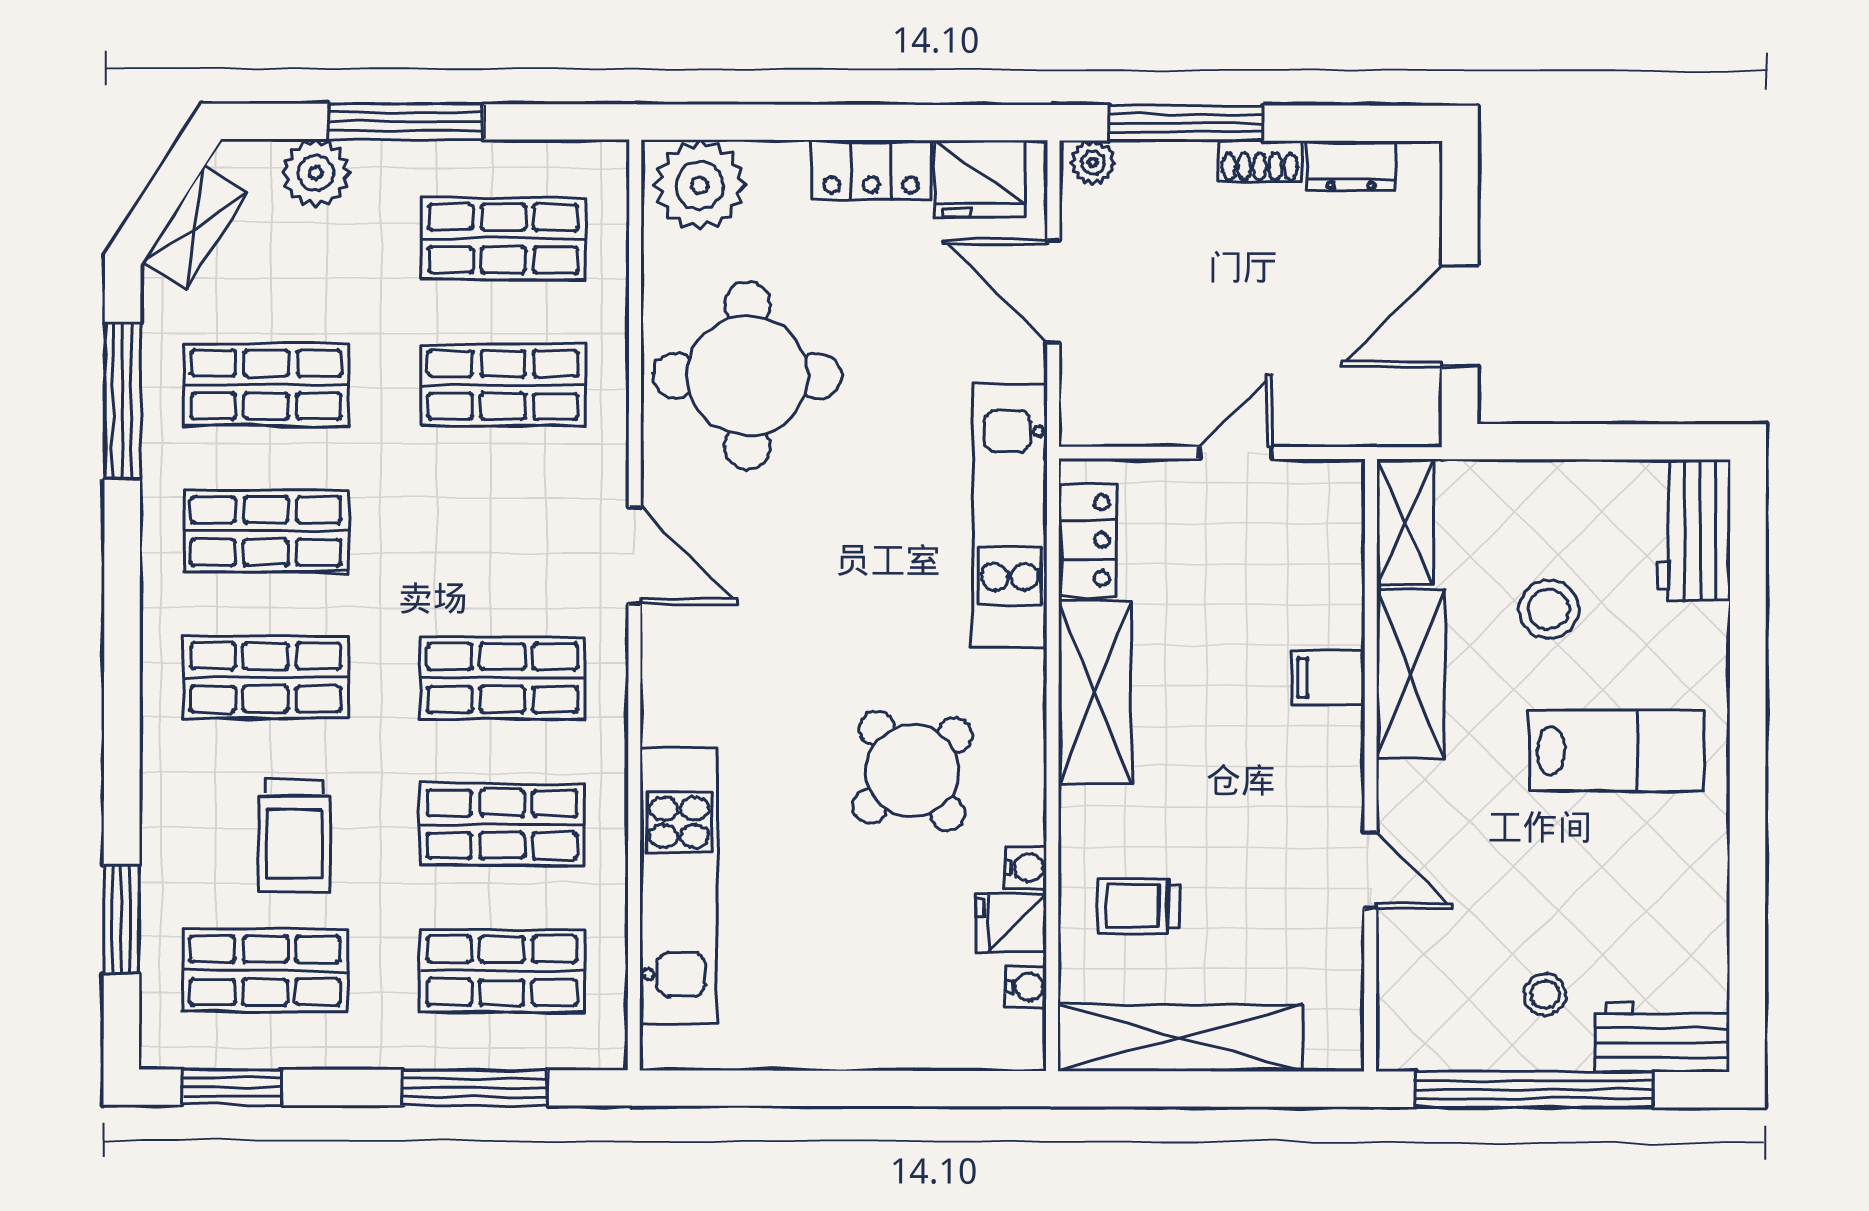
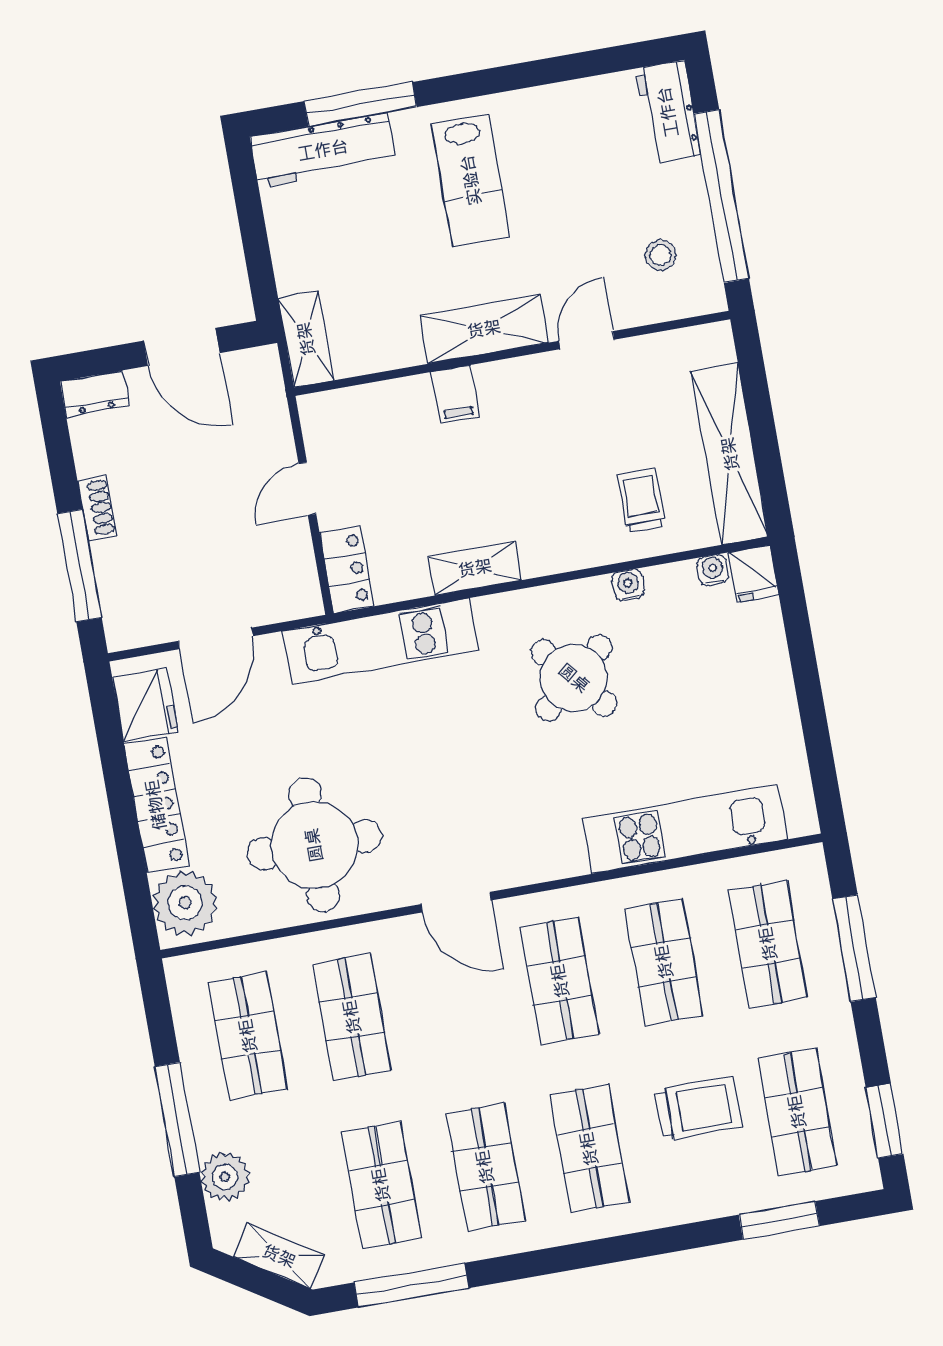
plant: (1093, 162) -> (119, 627), removed
dresser: (1351, 166) -> (95, 394), moved, turned 90
locker: (871, 170) -> (156, 805), width x1.53
door: (1235, 453) -> (307, 489), hinge flipped
shelving: (1405, 522) -> (306, 339), moved, turned 90
workbench: (1694, 530) -> (323, 150), width x1.38
locker: (1087, 540) -> (347, 569), moved, turned 90
door: (635, 555) -> (456, 902), swing flipped
stool: (1549, 609) -> (379, 247), removed
window: (1748, 619) -> (360, 104), added
shelving: (1411, 674) -> (484, 329), moved
shelving: (1095, 692) -> (475, 568), width x0.67, depth x0.75
lab bench: (1617, 751) -> (471, 180), turned 180
trolley: (1138, 906) -> (641, 500), turned 180
fridge: (1011, 923) -> (753, 574), moved
stool: (1545, 995) -> (660, 255), moved

